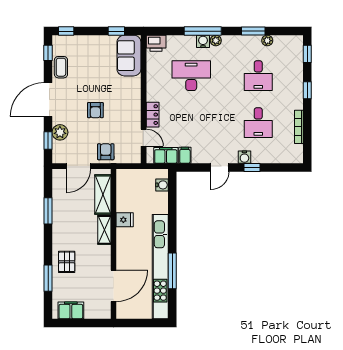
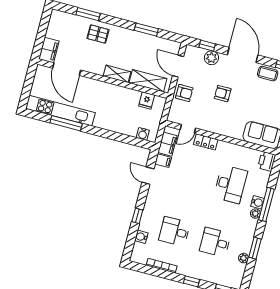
water cooler: (244, 157) -> (141, 237), moved
door: (220, 167) -> (148, 176), moved
fridge: (125, 220) -> (147, 101), moved
kitchen unit: (160, 267) -> (60, 111), width x0.73
filing cabinet: (71, 310) -> (49, 50), moved

